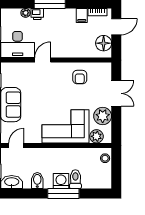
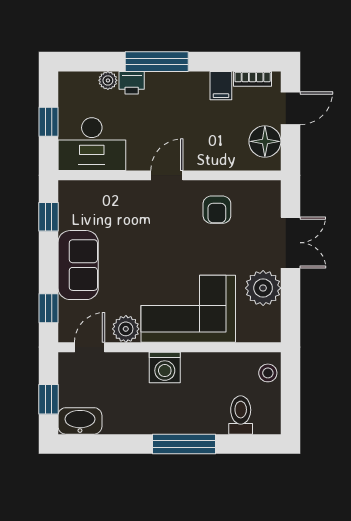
door: (43, 60) -> (167, 175), moved
plant: (97, 136) -> (126, 329), moved
toilet: (75, 179) -> (241, 415), moved
bidet: (37, 181) -> (132, 418), removed
washing machine: (61, 181) -> (165, 367), moved, turned 180

